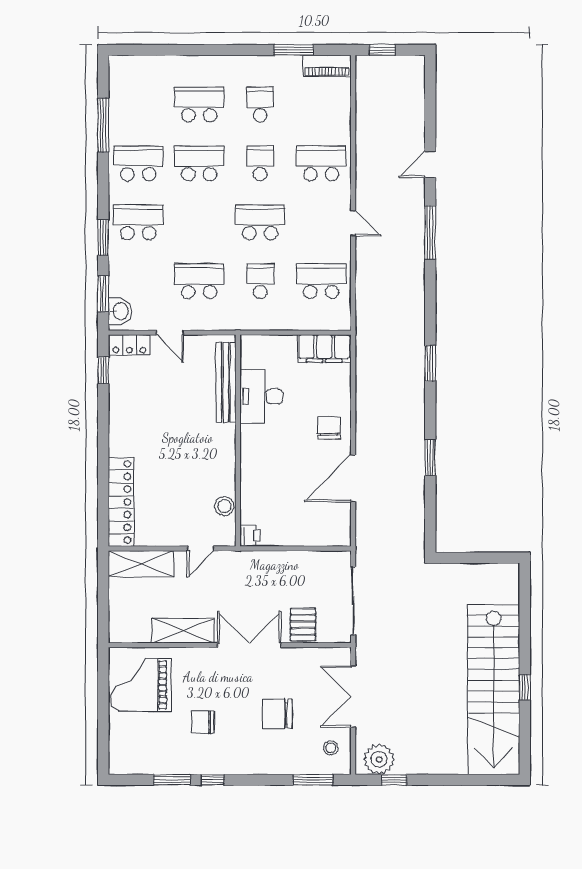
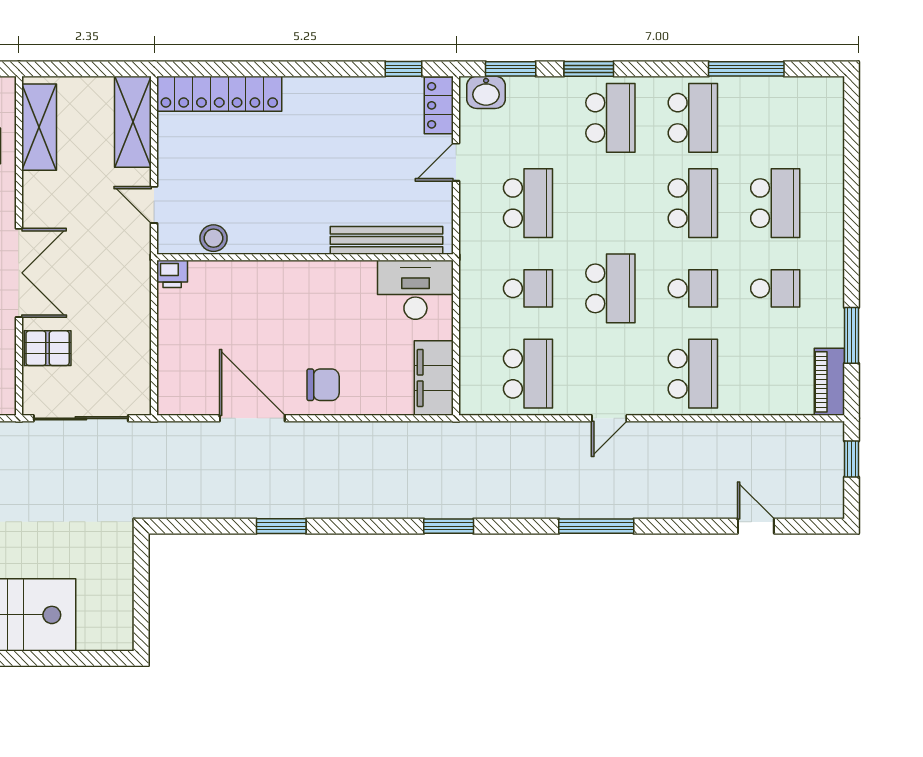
door: (430, 165) -> (756, 526), moved
window: (430, 363) -> (449, 526), moved
desk: (261, 396) -> (415, 290), moved
shelving: (183, 631) -> (39, 127), moved

